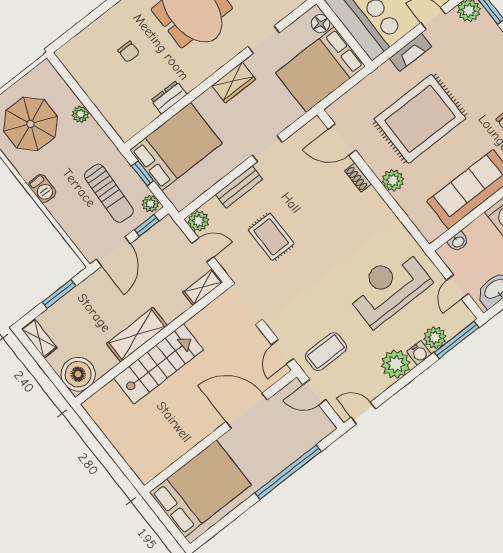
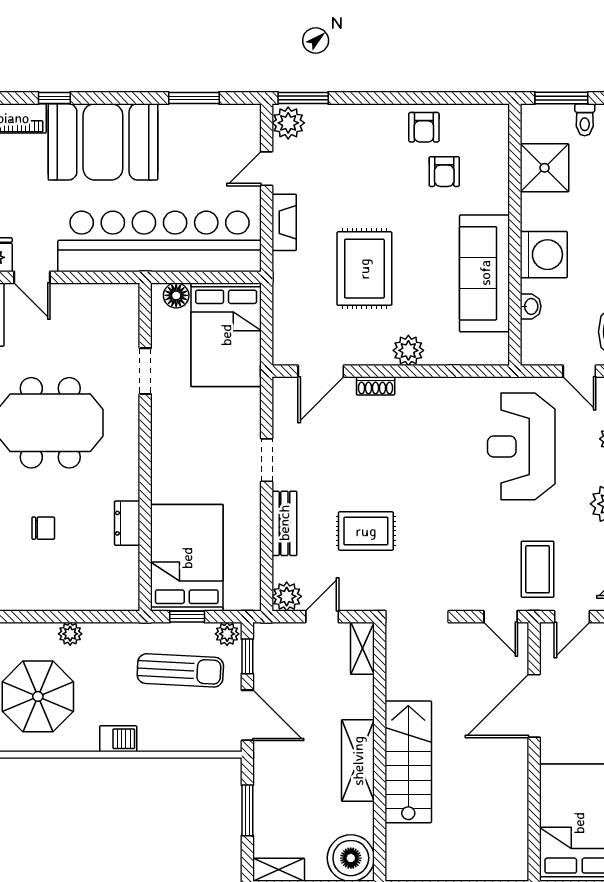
wardrobe: (234, 82) -> (166, 440), removed
rug: (420, 119) -> (364, 269), width x0.73, depth x0.69
washbasin: (458, 242) -> (531, 306), moved

